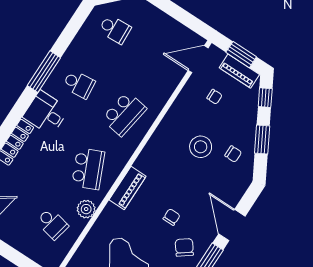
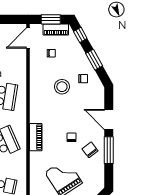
plant: (86, 209) -> (20, 164), removed

